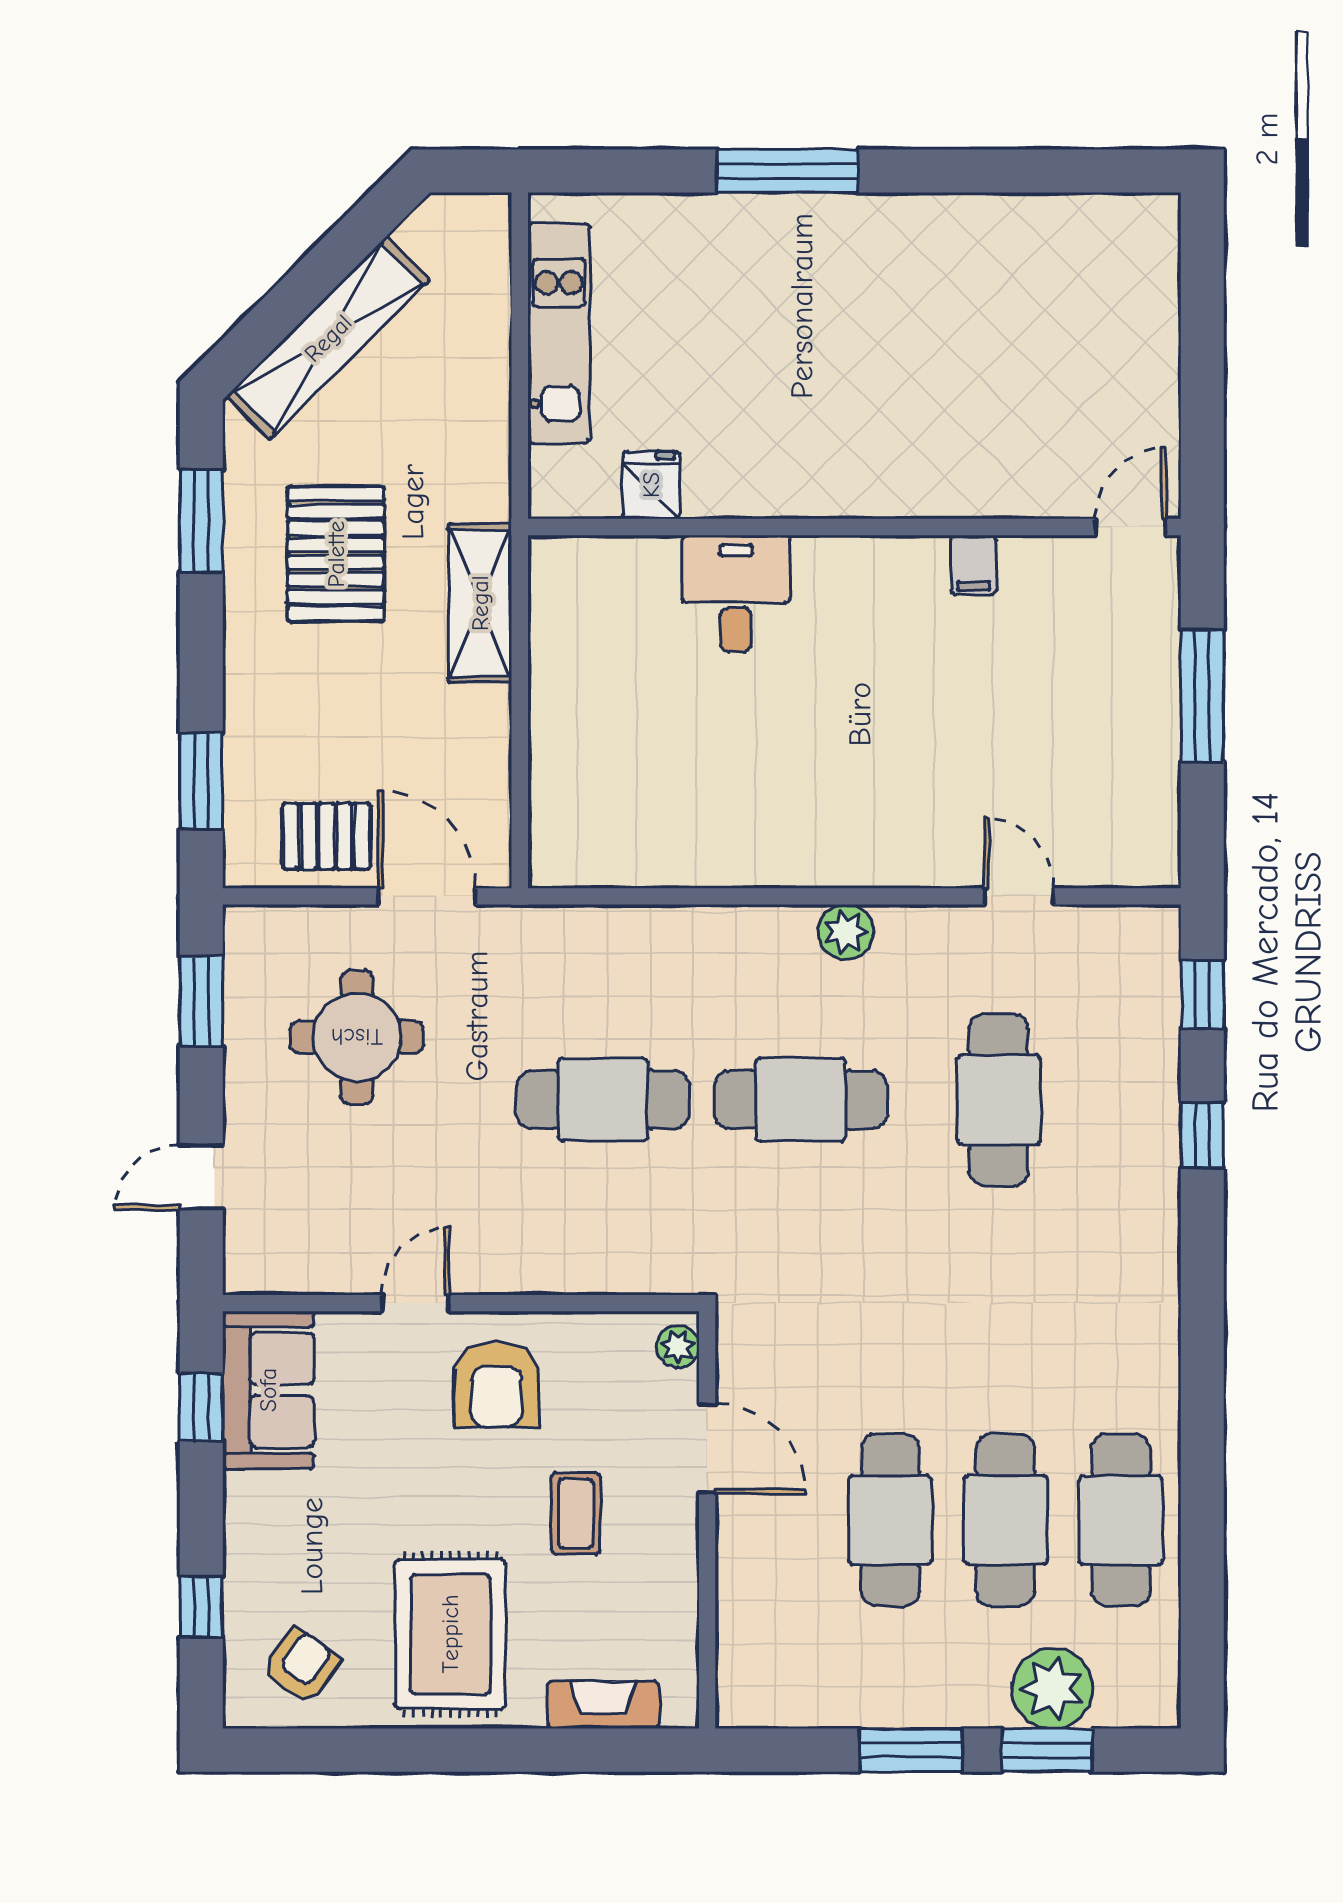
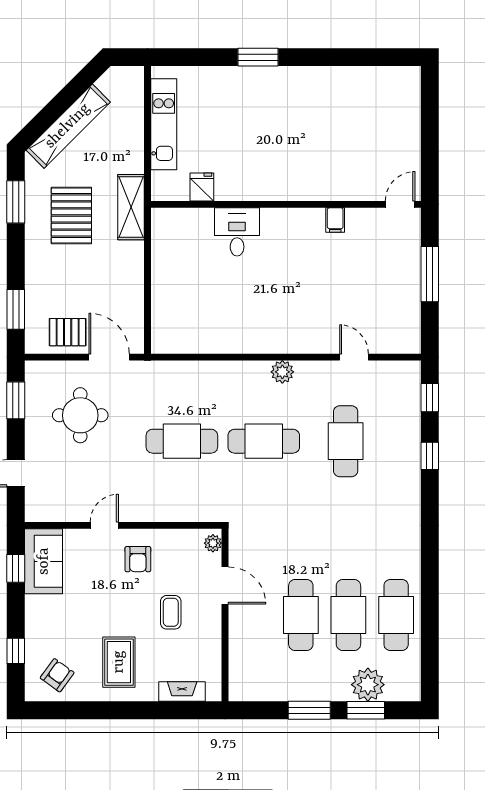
window: (787, 171) -> (258, 57), width x0.69
shelving: (480, 603) -> (131, 207), moved
armchair: (496, 1385) -> (138, 559), width x0.72, depth x0.72
rug: (450, 1634) -> (119, 662), width x0.73, depth x0.70

